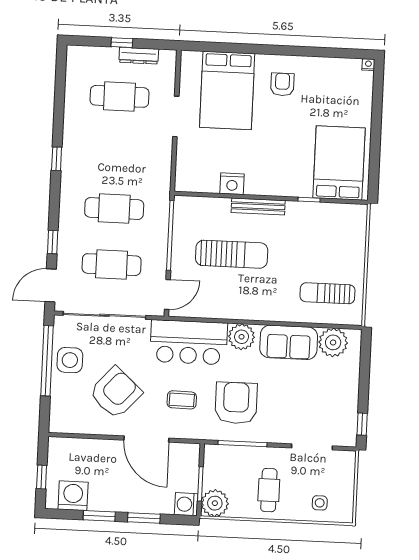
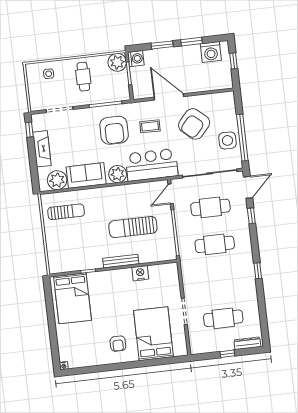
dresser: (139, 56) -> (247, 343), moved
fireplace: (348, 393) -> (42, 149), added

